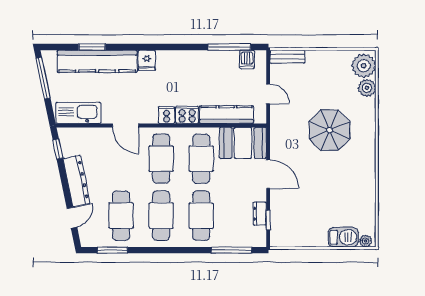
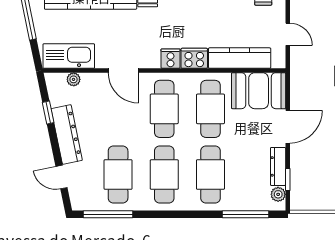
plant: (82, 133) -> (74, 79), added
window: (58, 149) -> (48, 112), moved
door: (268, 174) -> (288, 127), hinge flipped
dresser: (260, 214) -> (278, 166), width x1.44
door: (72, 218) -> (61, 177), swing flipped
plant: (260, 233) -> (278, 194), added
window: (112, 250) -> (108, 214), width x1.44

